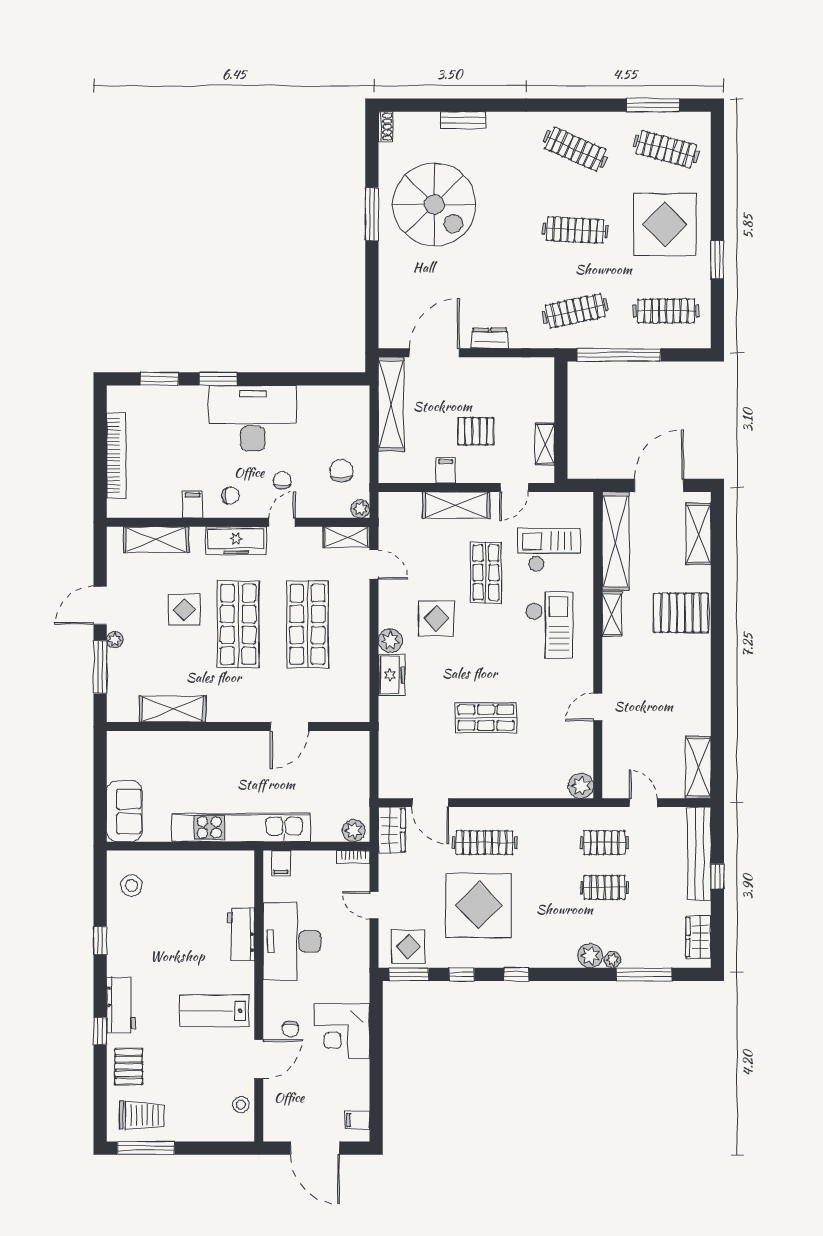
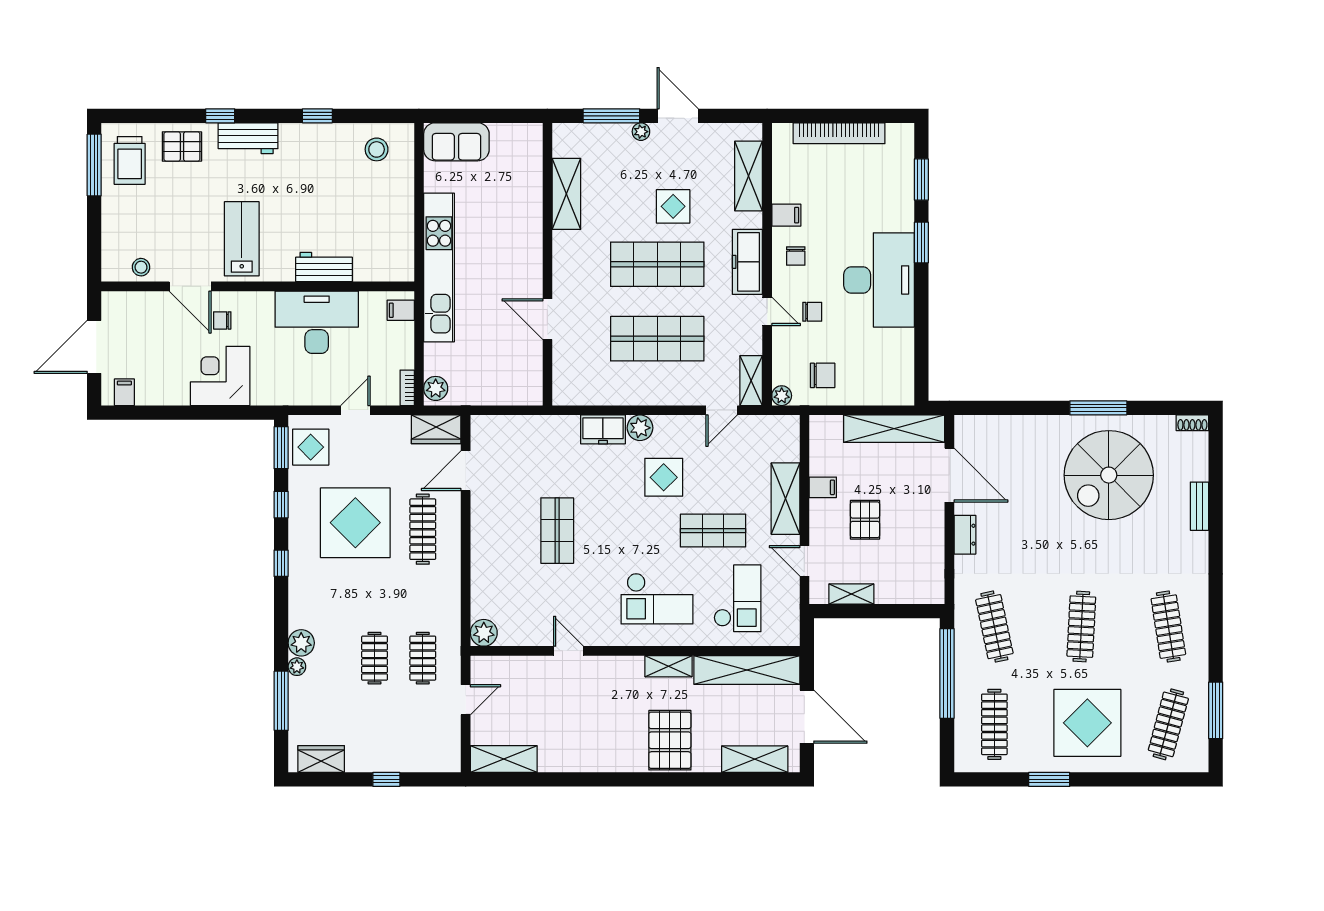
clothes rail: (575, 149) -> (1168, 627), turned -33
bench: (699, 854) -> (411, 760), removed

